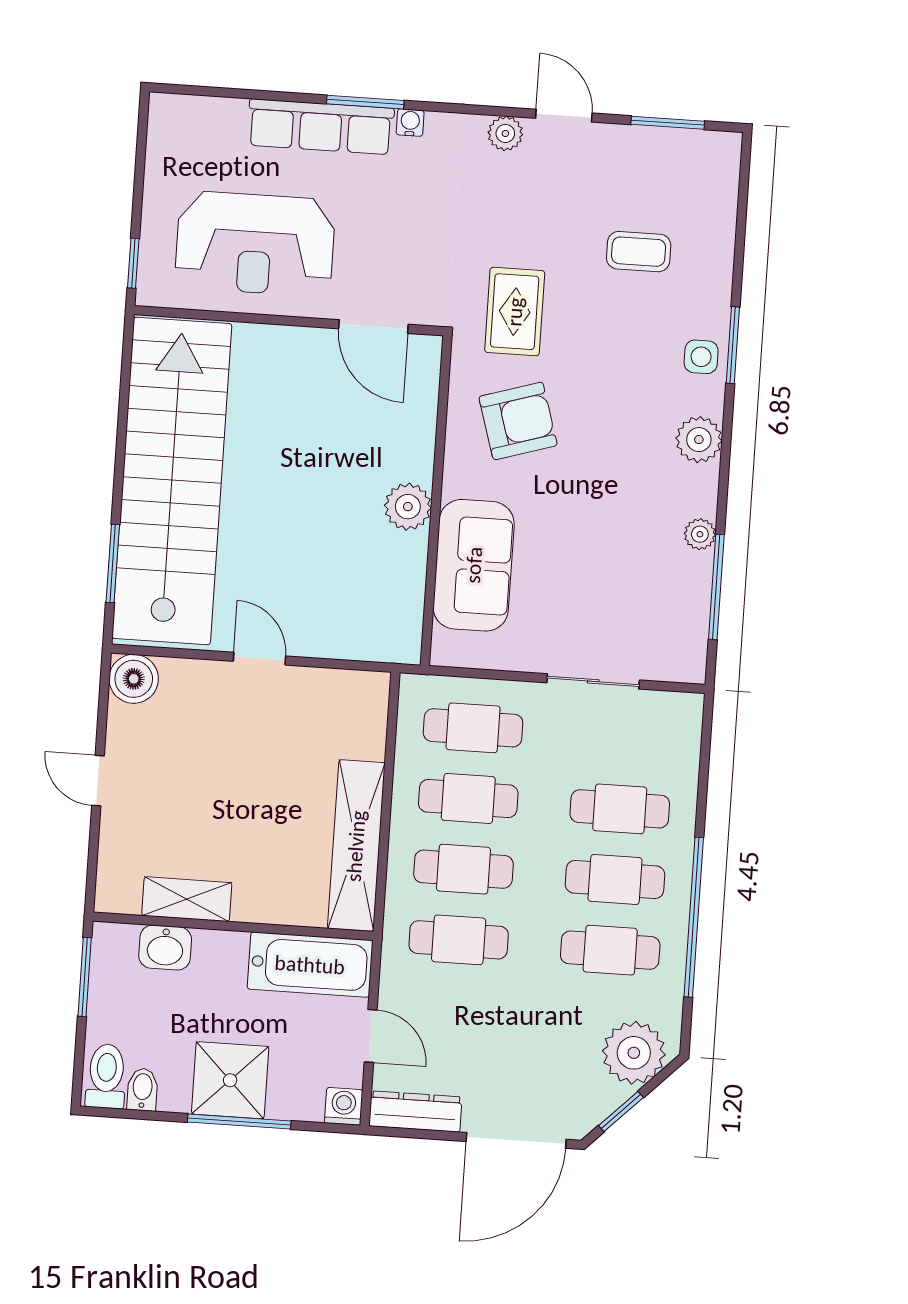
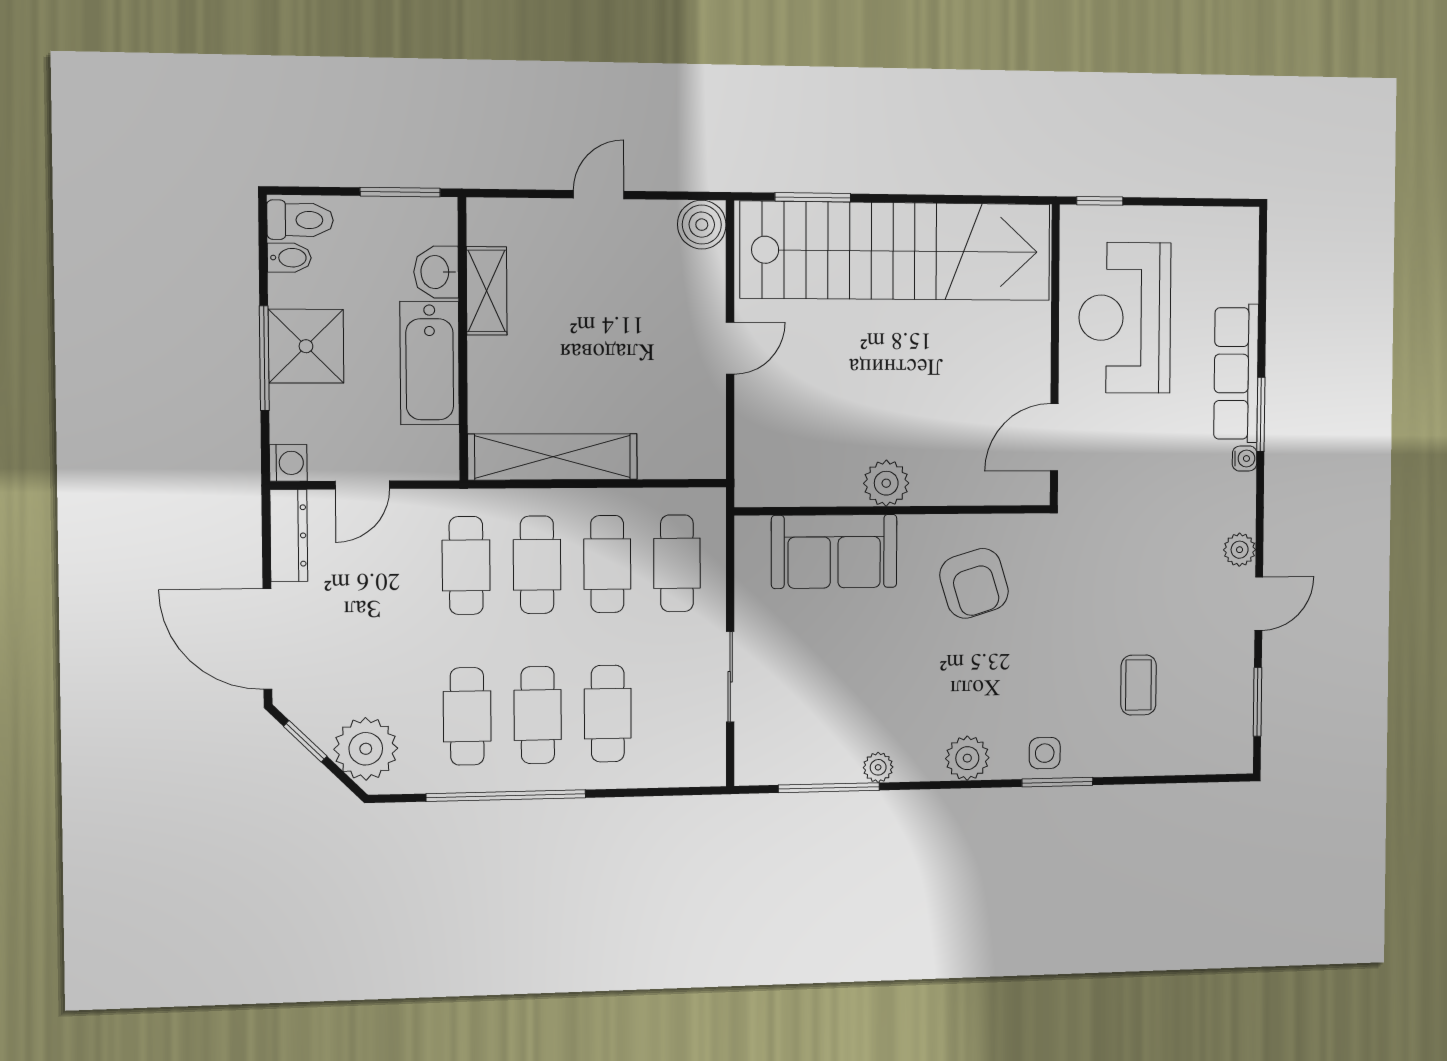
rug: (515, 312) -> (1076, 572), removed
bathtub: (310, 965) -> (430, 363), moved

